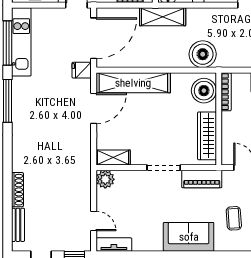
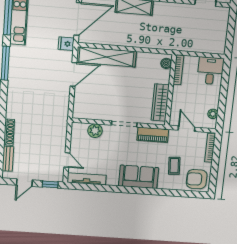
boiler: (203, 54) -> (163, 39), removed
boiler: (204, 91) -> (166, 63), width x0.54, depth x0.54
shelving: (113, 158) -> (86, 113), removed
plant: (105, 179) -> (95, 131), moved
tv unit: (114, 245) -> (87, 179), width x1.41

